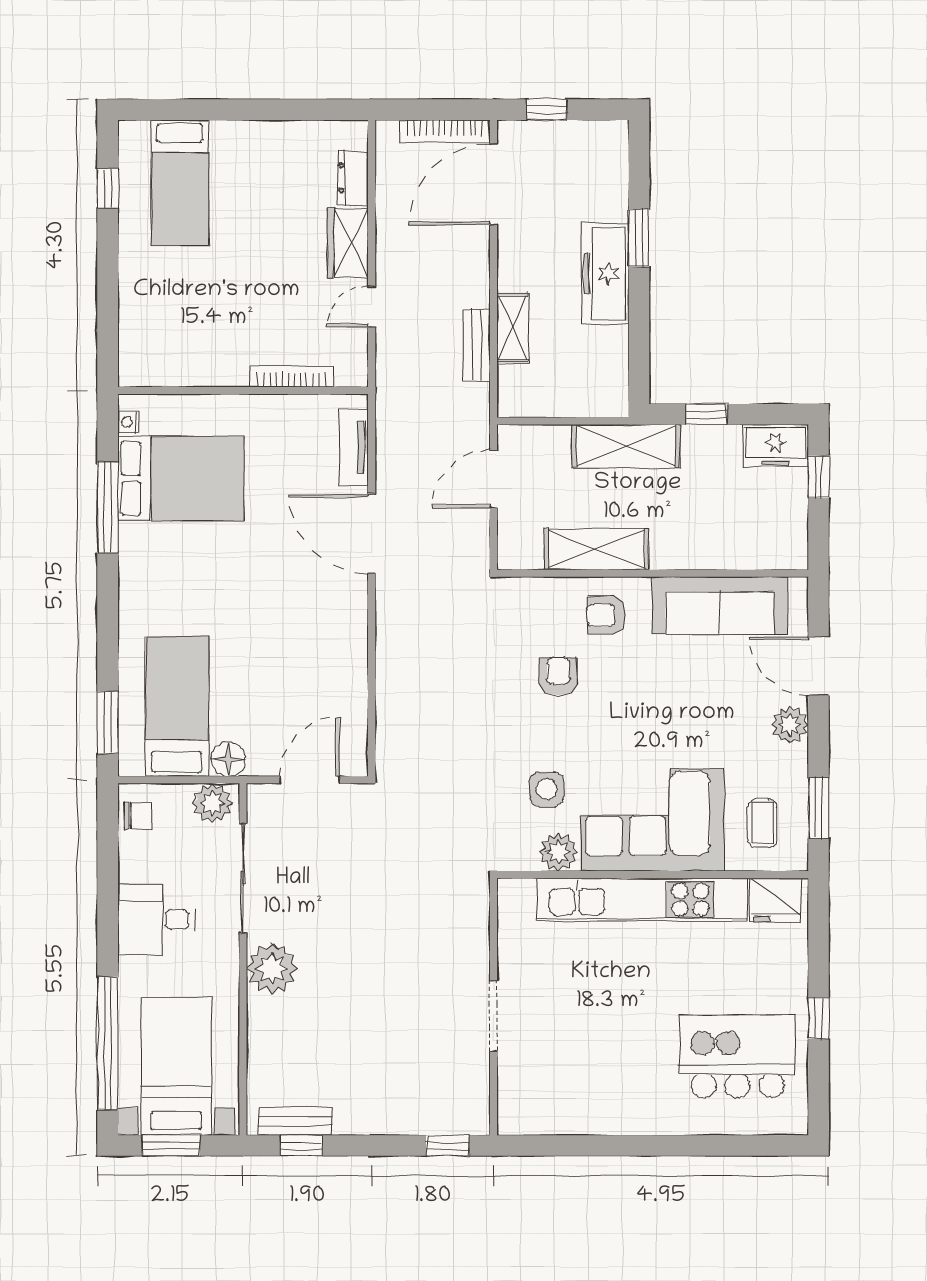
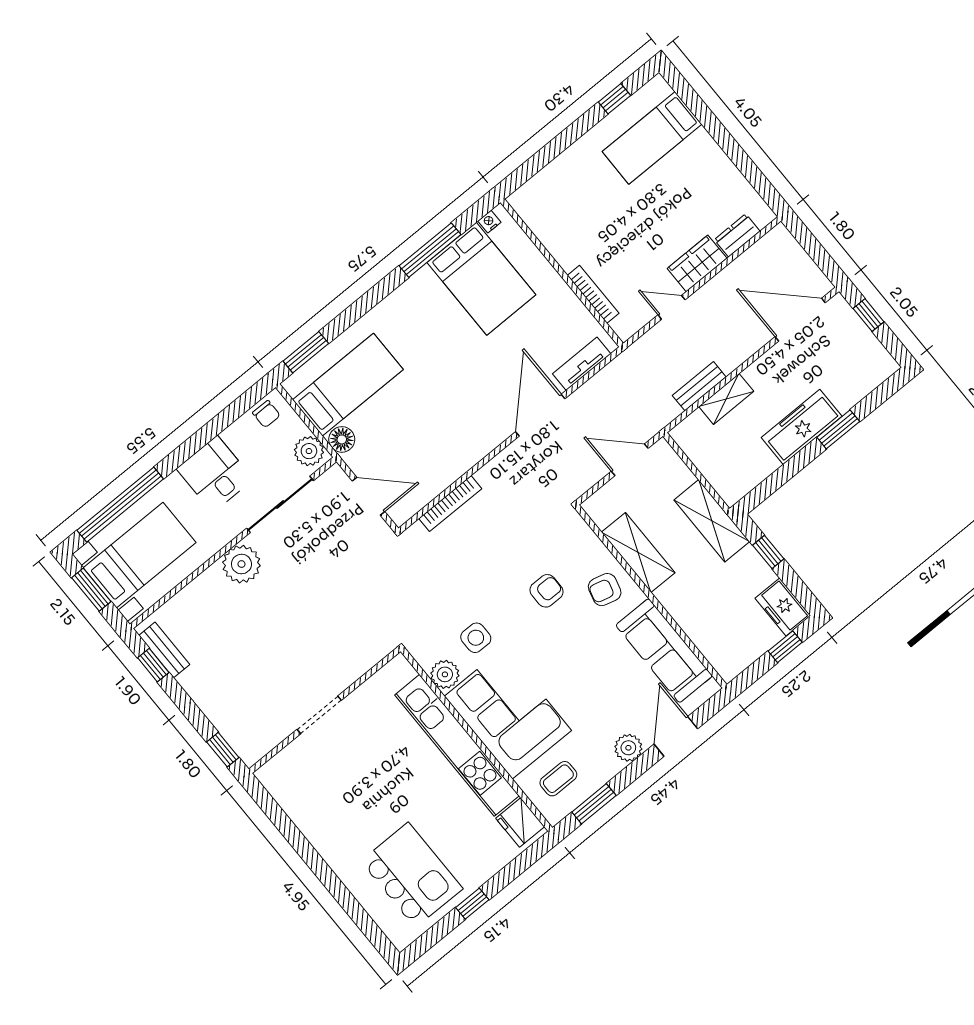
bookcase: (445, 131) -> (450, 504), moved, turned -90
armchair: (606, 615) -> (605, 590), turned -75

